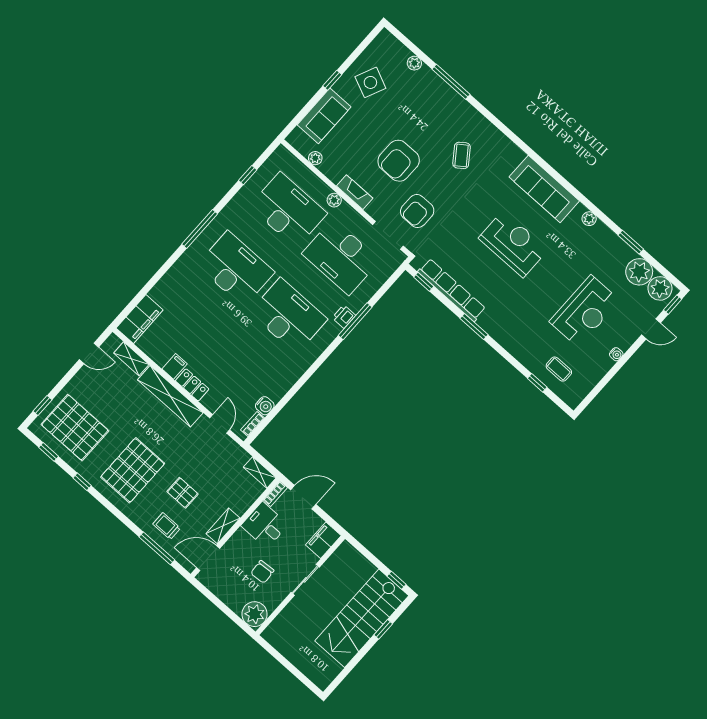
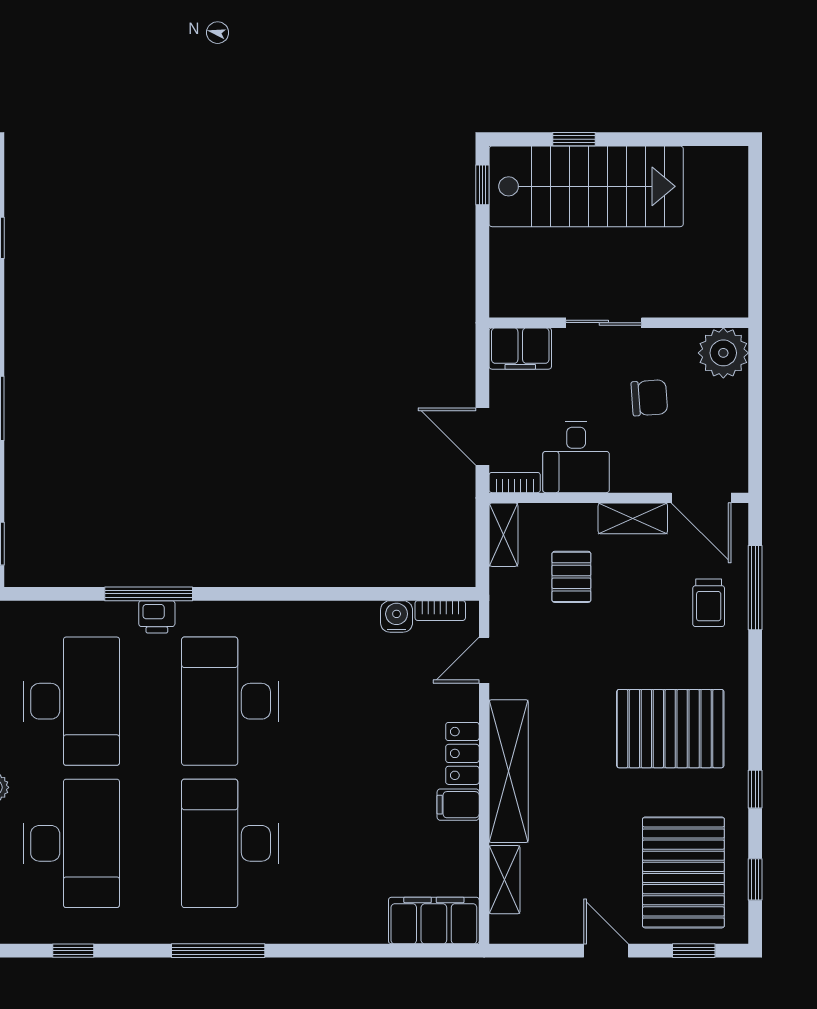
desk: (288, 210) -> (71, 843), turned 180
door: (89, 353) -> (606, 951), moved
pallet: (183, 493) -> (571, 577), moved

